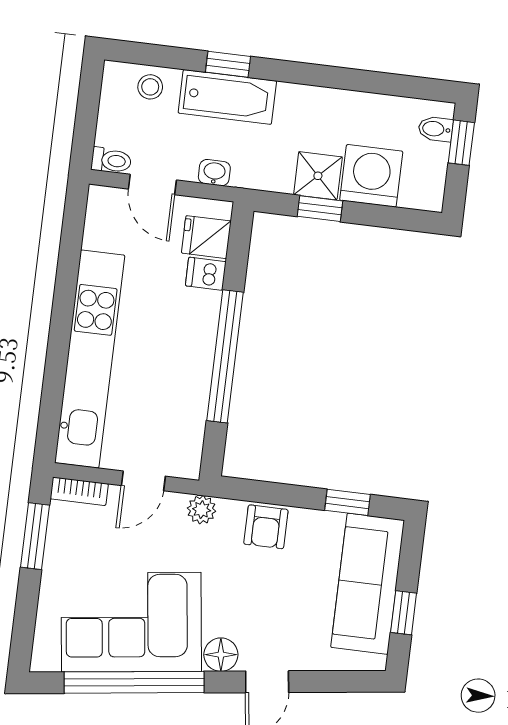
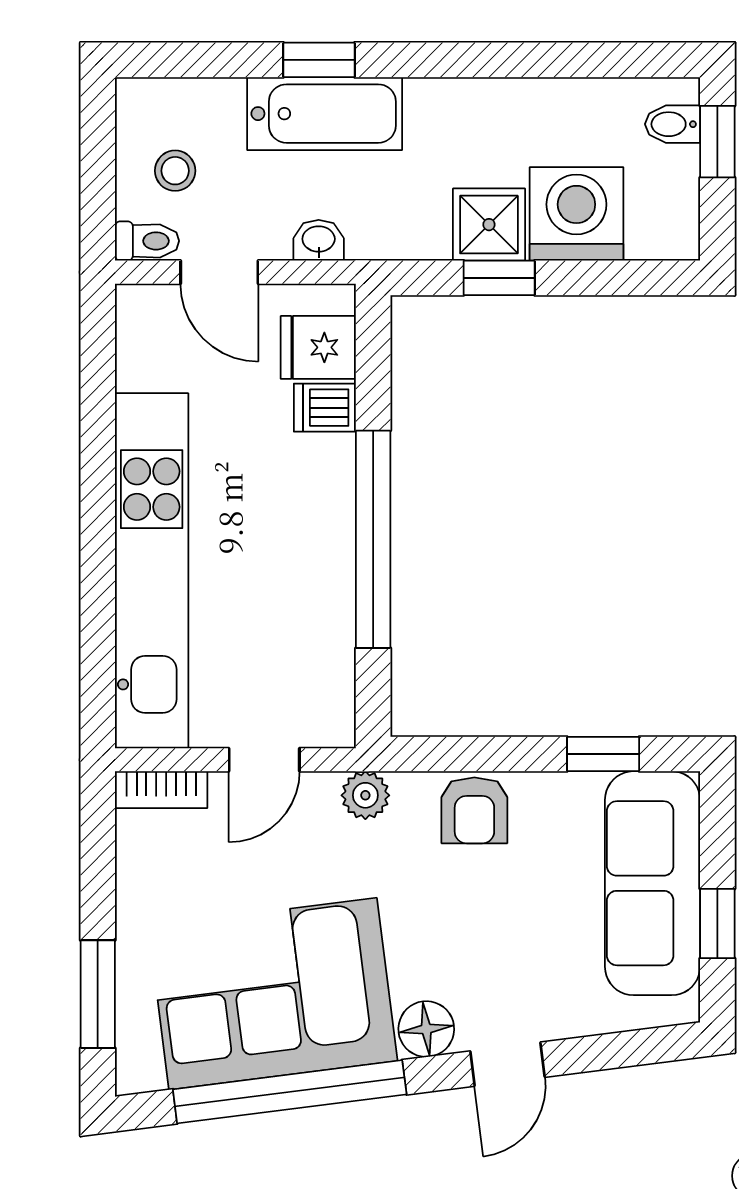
stool: (150, 87) -> (175, 171), moved
window: (35, 536) -> (98, 994), moved

